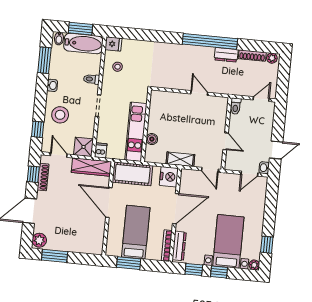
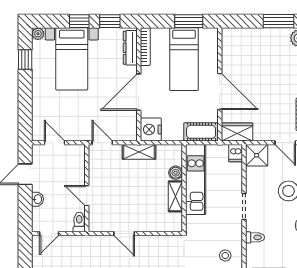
shelving: (154, 120) -> (175, 196), added
door: (226, 141) -> (87, 196), moved
wardrobe: (91, 167) -> (237, 132), width x0.67
washbasin: (264, 168) -> (38, 199), moved
cot: (132, 174) -> (201, 132), width x0.73, depth x0.75
door: (249, 174) -> (54, 143), hinge flipped

